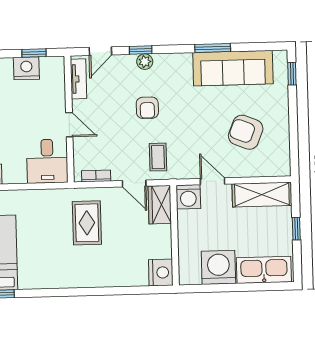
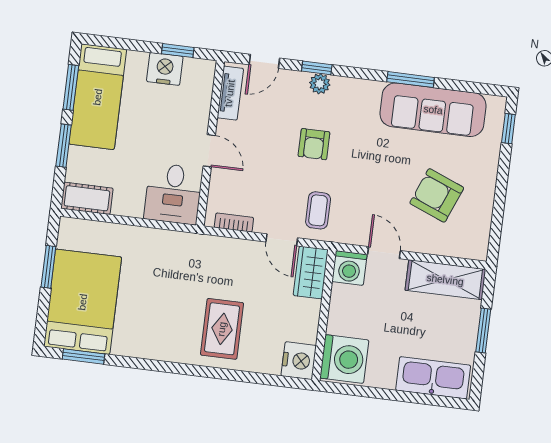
rug: (87, 223) -> (222, 329), moved
window: (296, 229) -> (483, 331), width x1.50
washing machine: (218, 267) -> (344, 359), moved, turned 90

